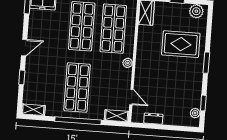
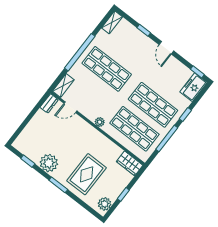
plant: (195, 113) -> (49, 163), moved, width x1.88, depth x1.88
dresser: (153, 119) -> (49, 103), moved

